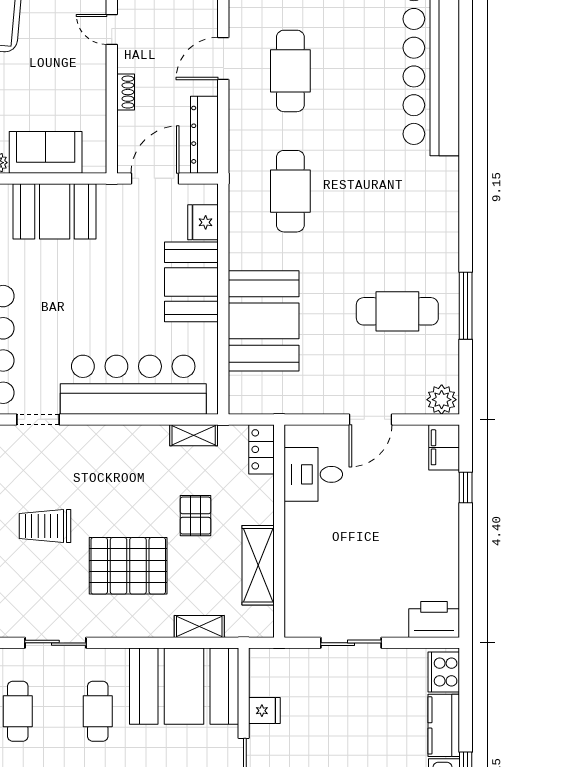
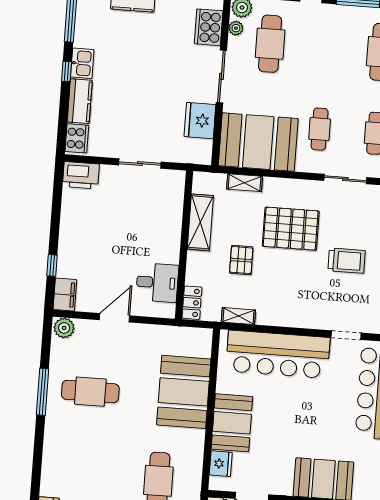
fridge: (264, 711) -> (200, 121), width x1.88, depth x1.34

